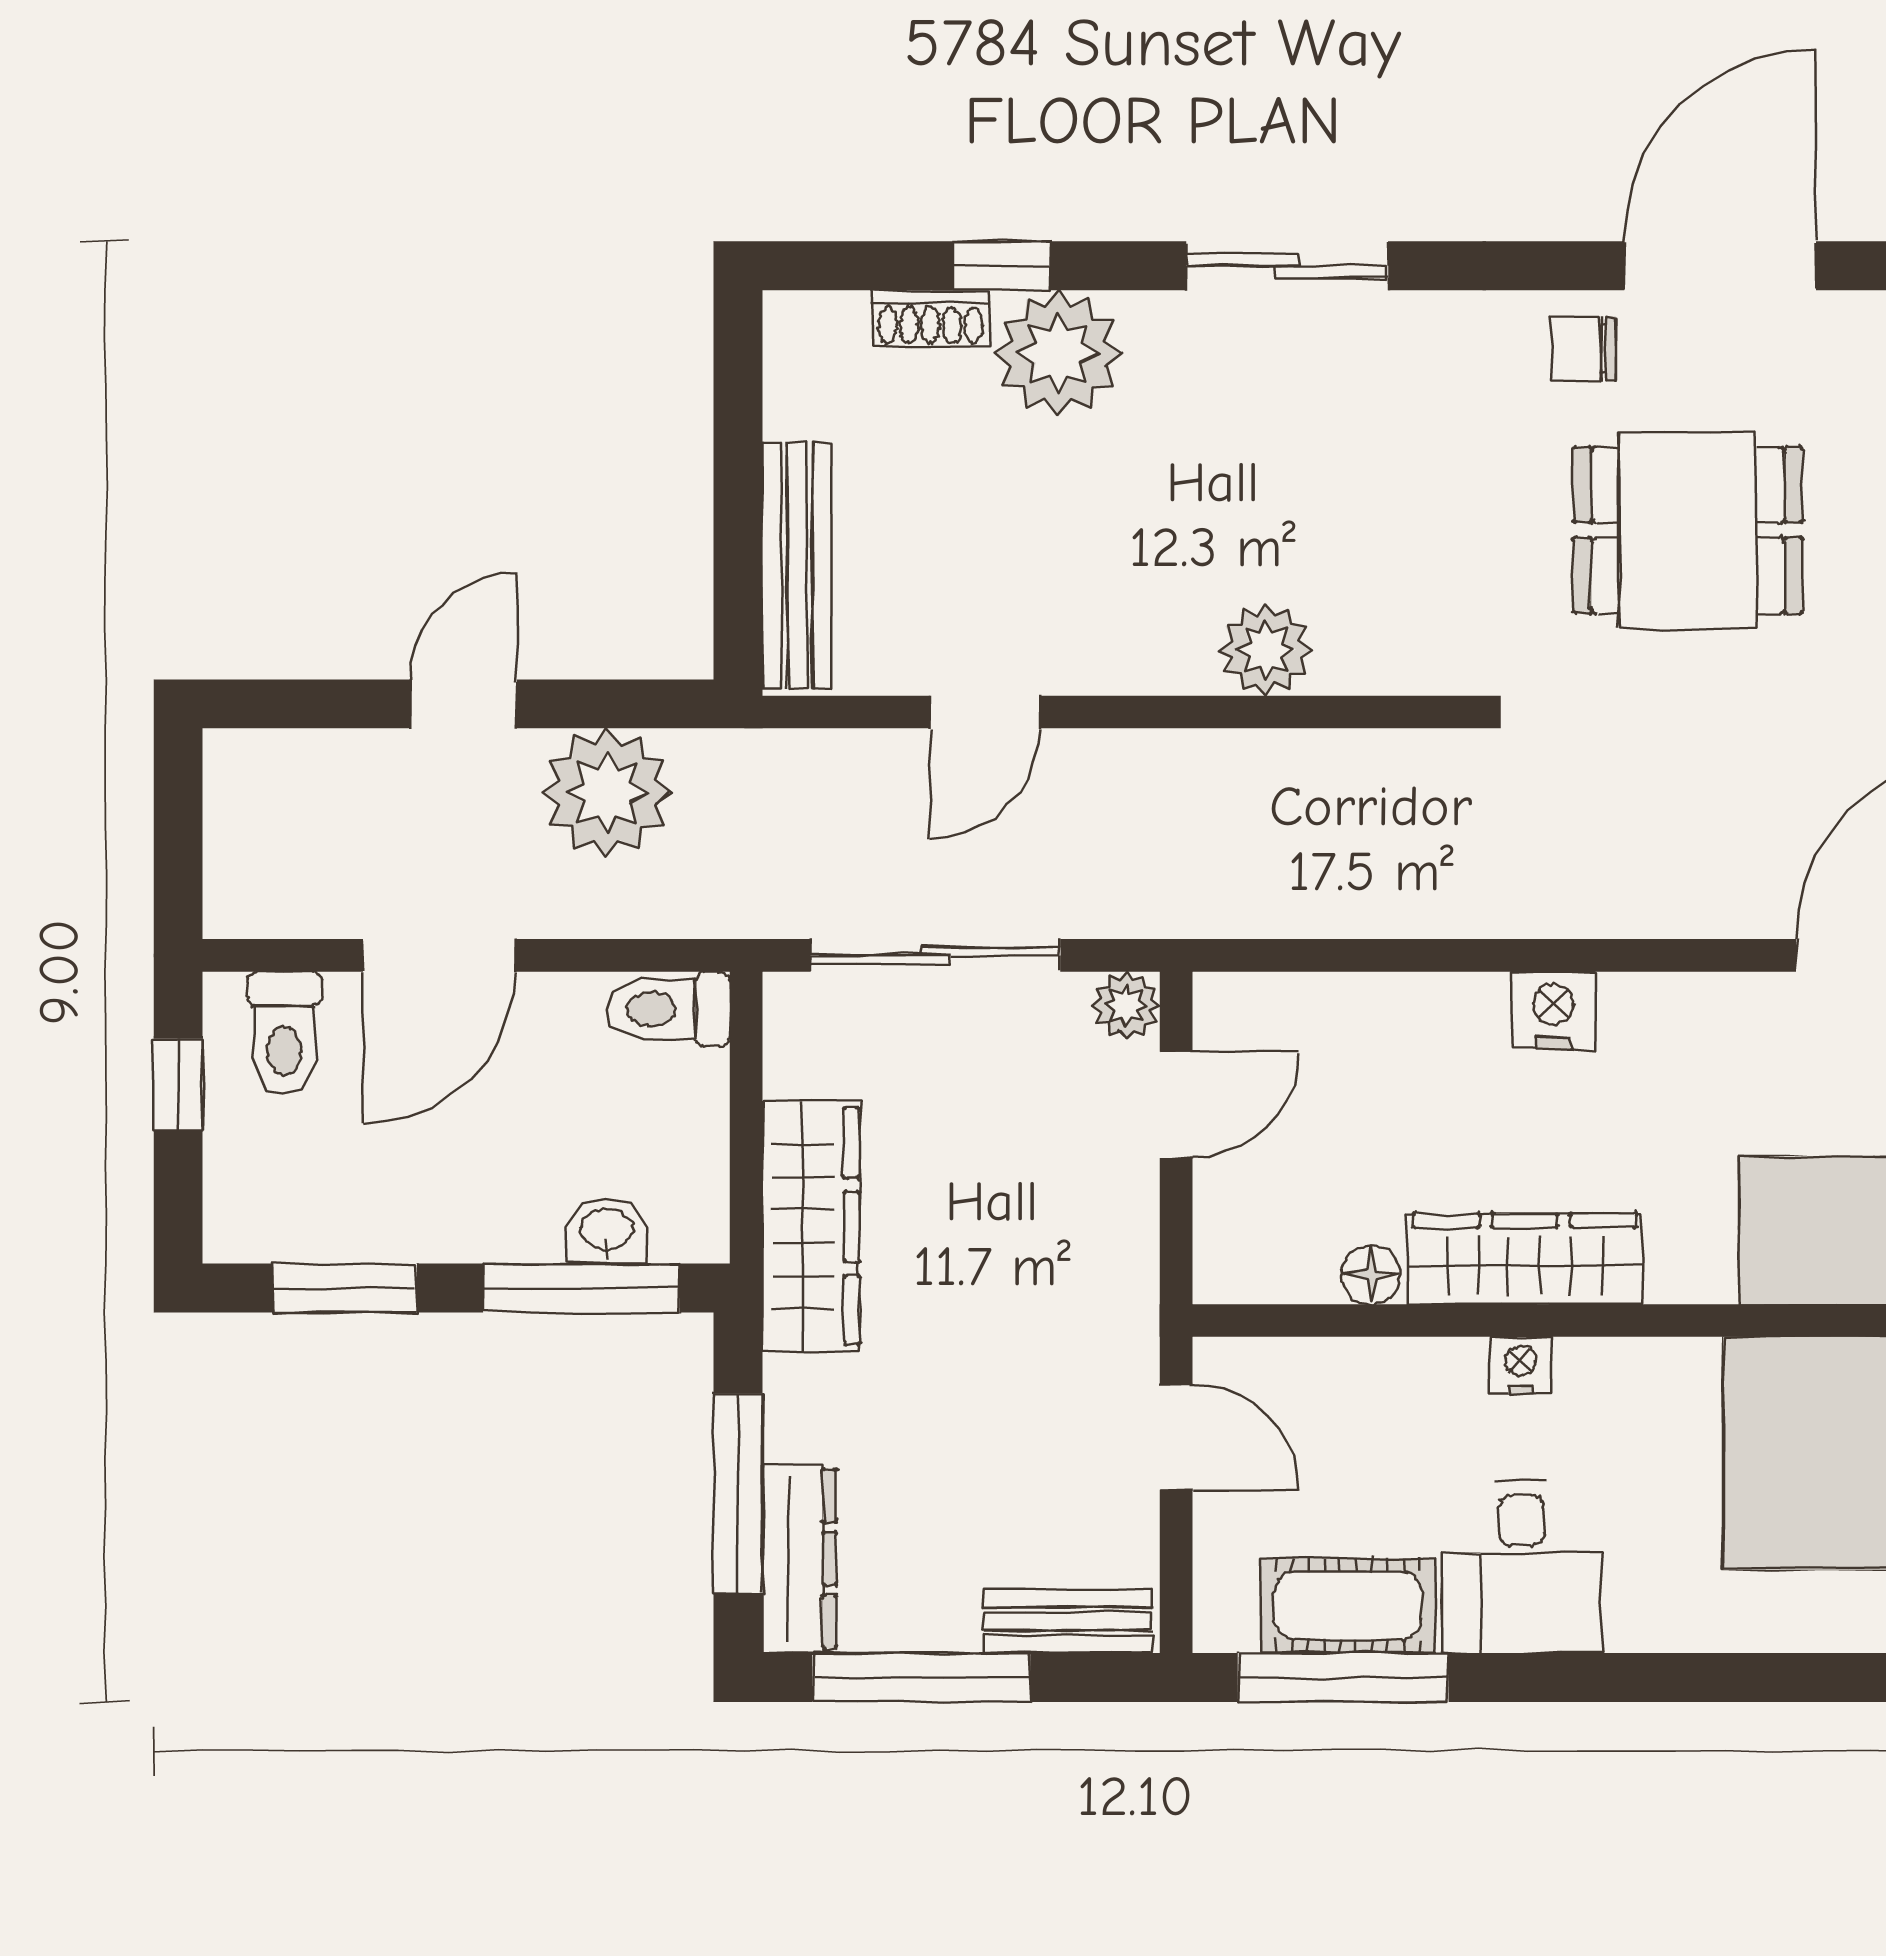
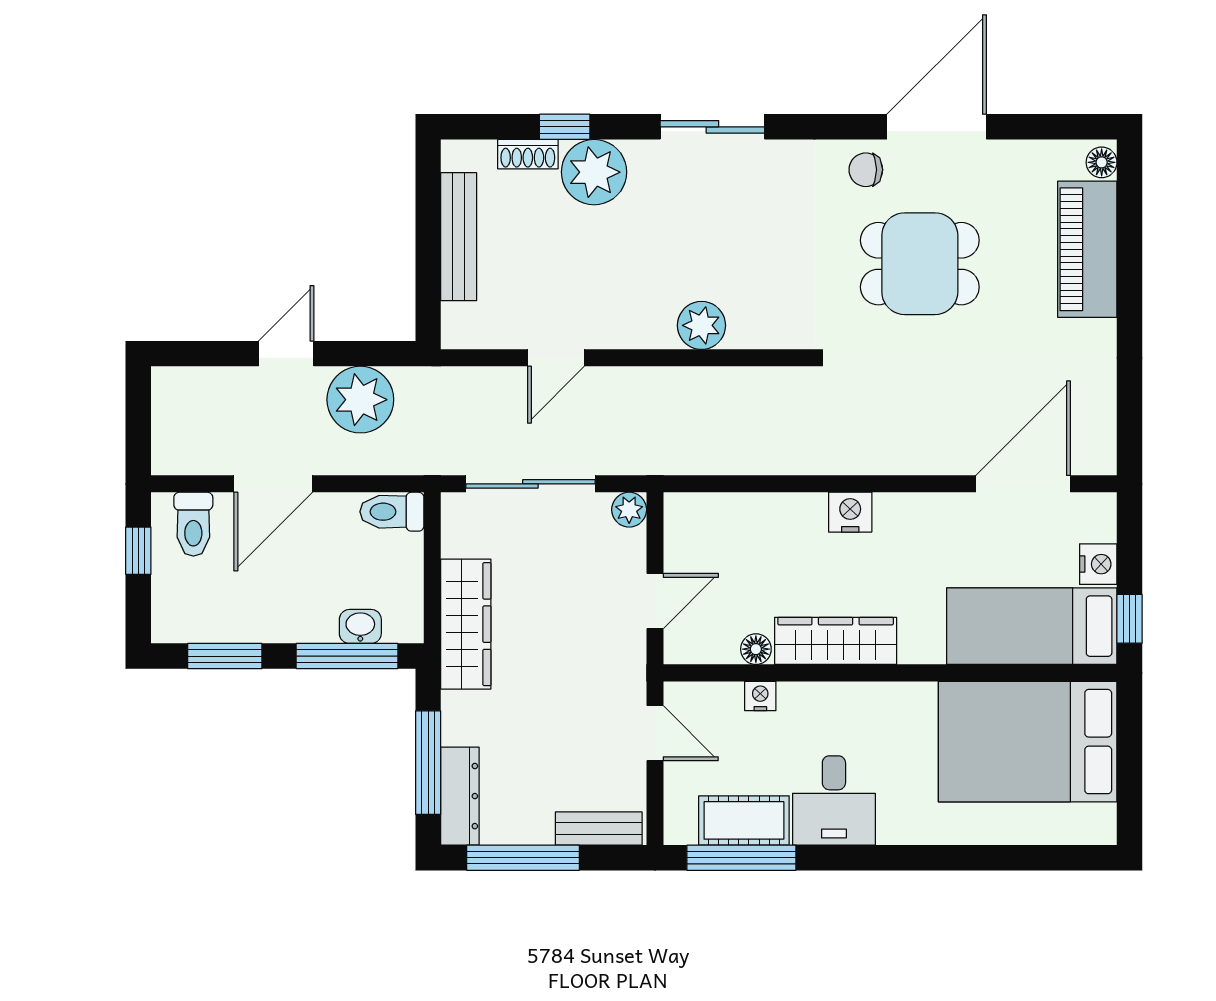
bench: (797, 565) -> (459, 237), moved
door: (1176, 1105) -> (655, 601), moved
nightstand: (1521, 1365) -> (760, 696), moved

